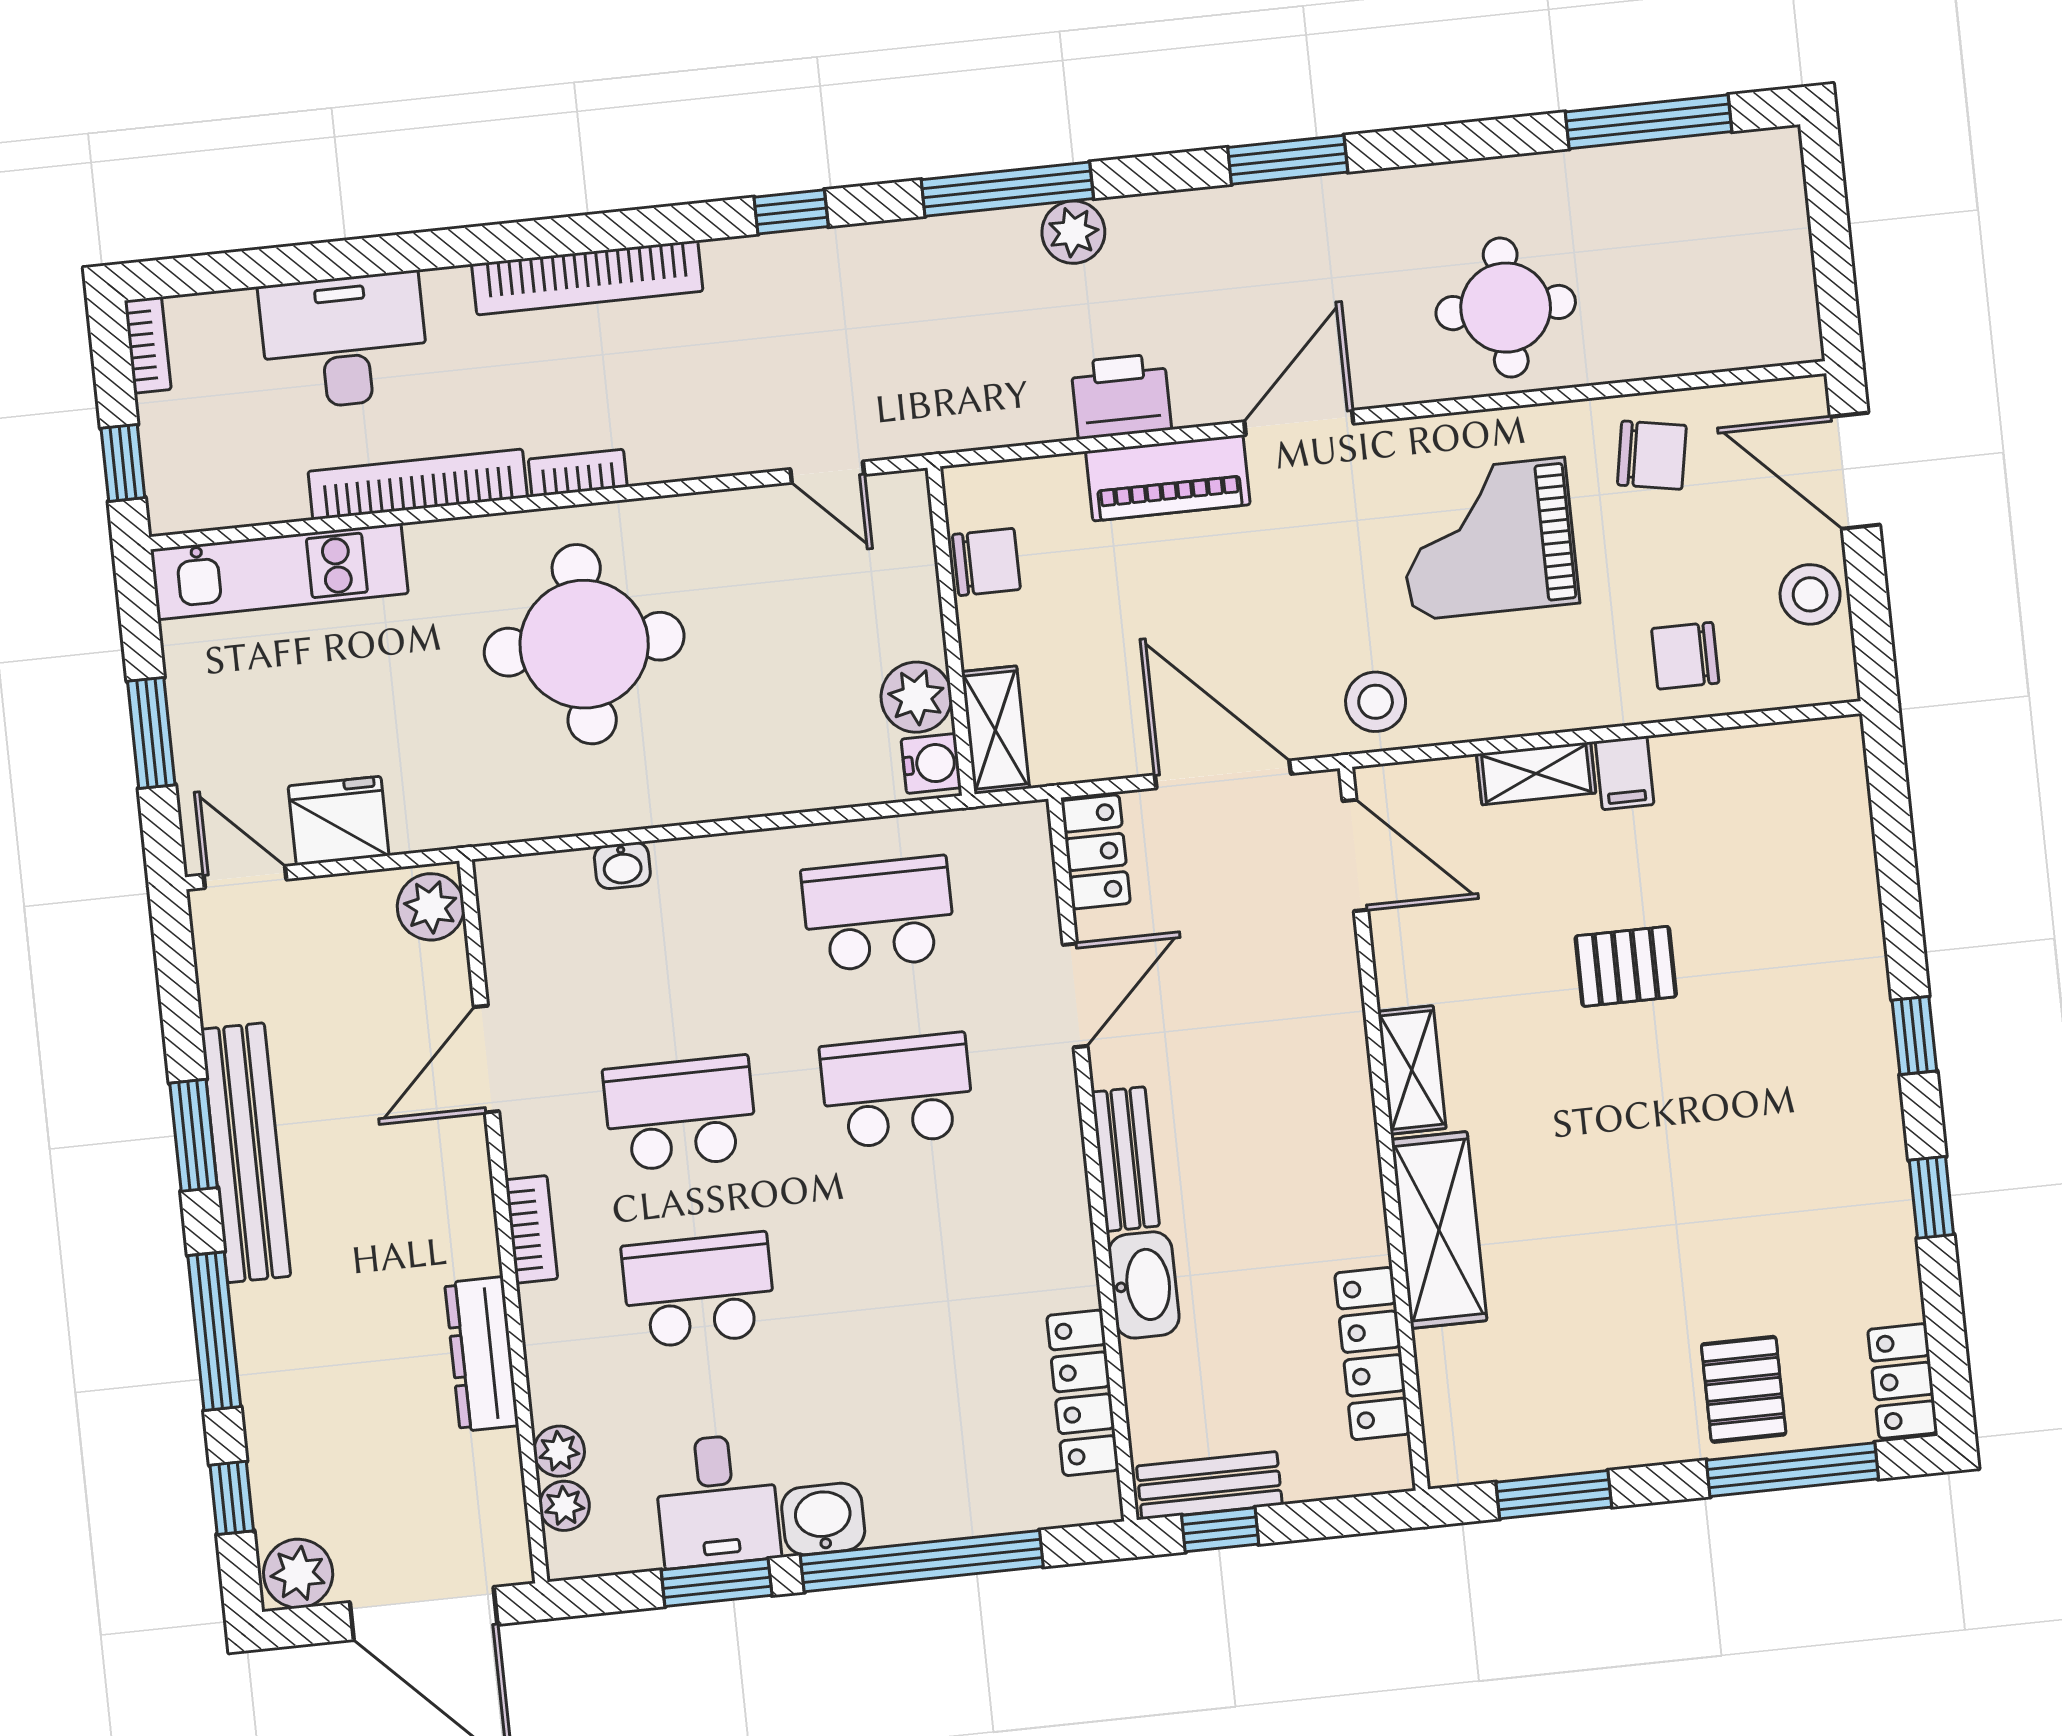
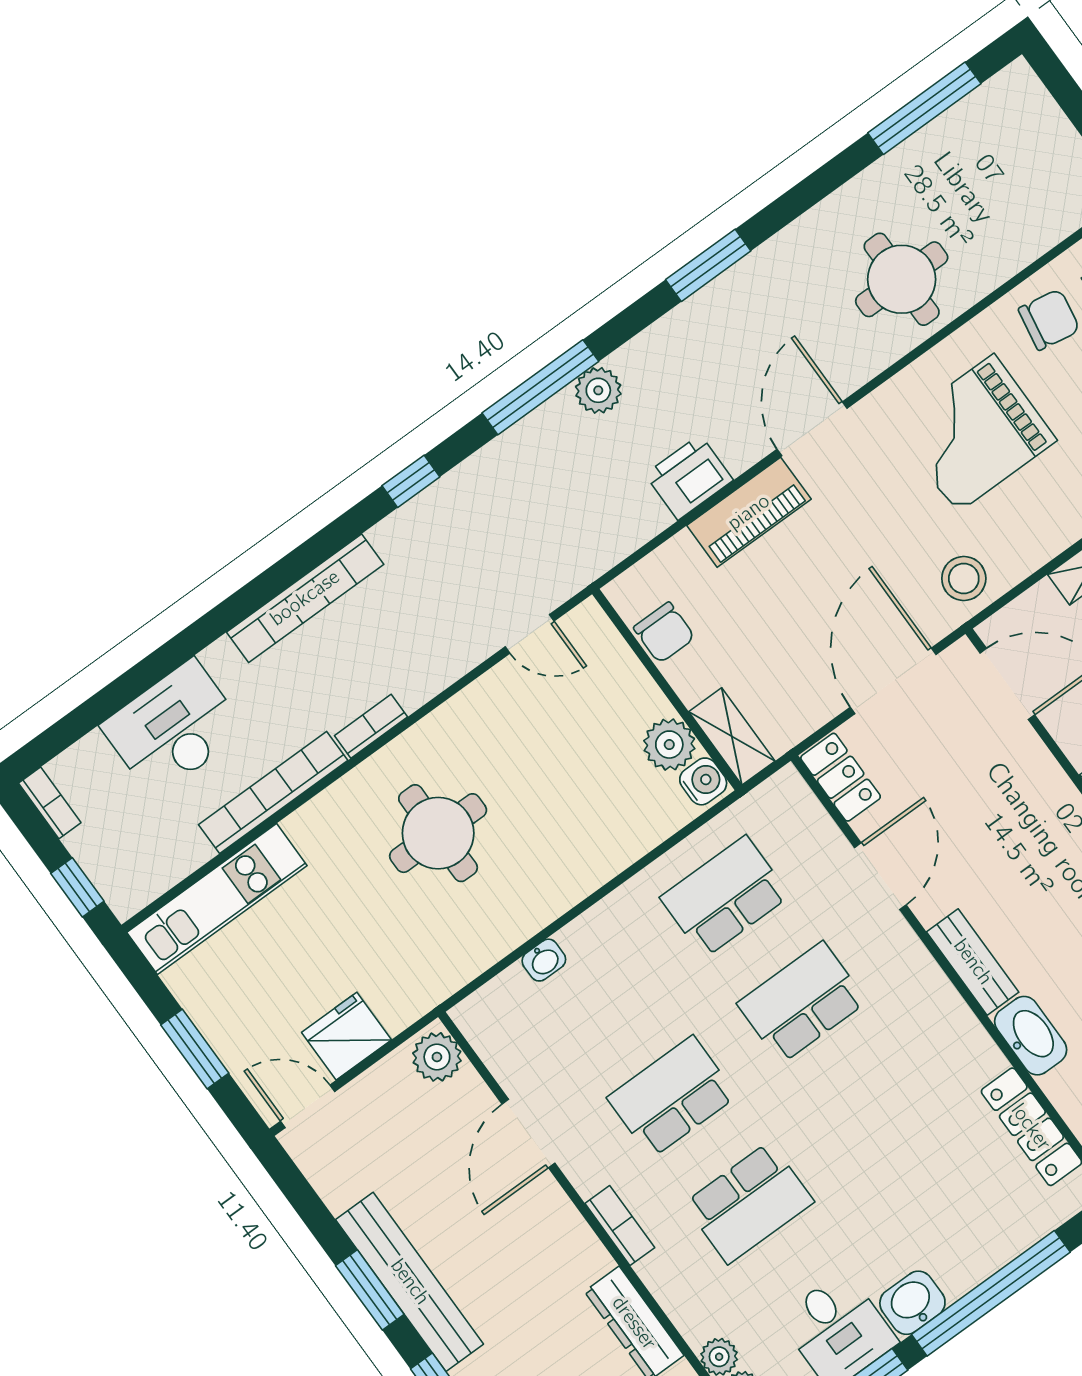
chair: (986, 562) -> (664, 633), turned 90
round table: (584, 644) -> (438, 833), width x0.73, depth x0.73
door: (1223, 774) -> (893, 681), hinge flipped
school desk: (699, 1290) -> (749, 1203), turned 180

